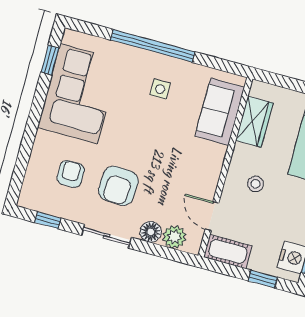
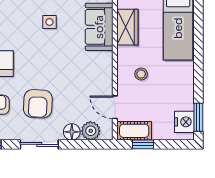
window: (263, 279) -> (143, 144), moved

